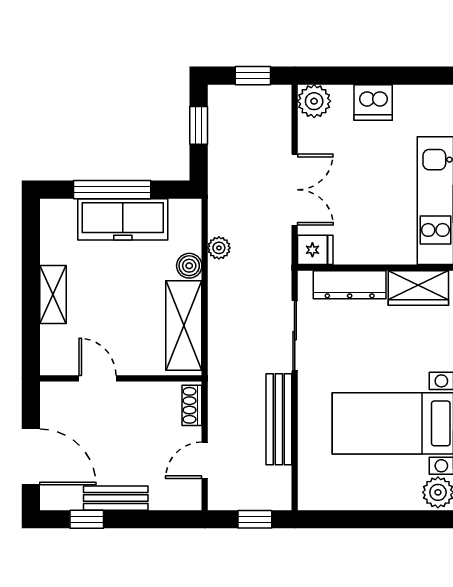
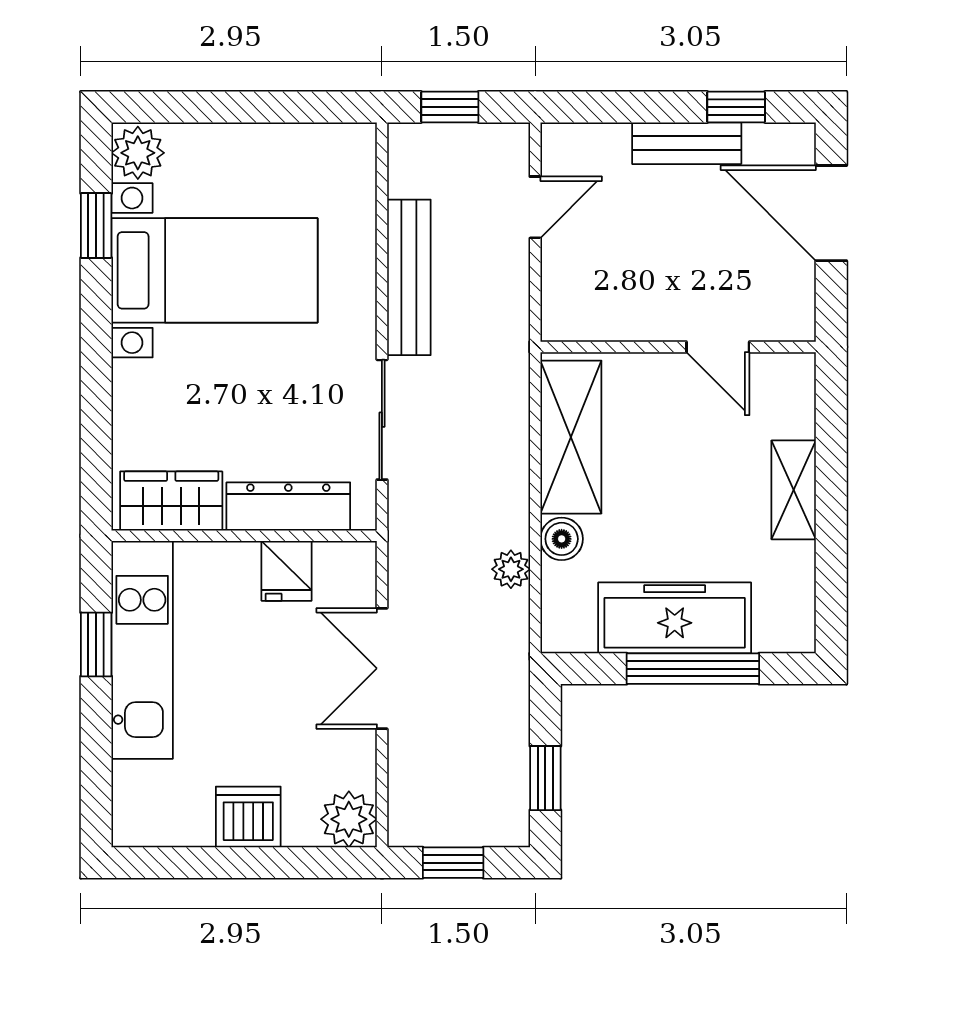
fridge: (315, 250) -> (287, 571), moved, turned -90
shoe rack: (192, 405) -> (557, 301), removed

